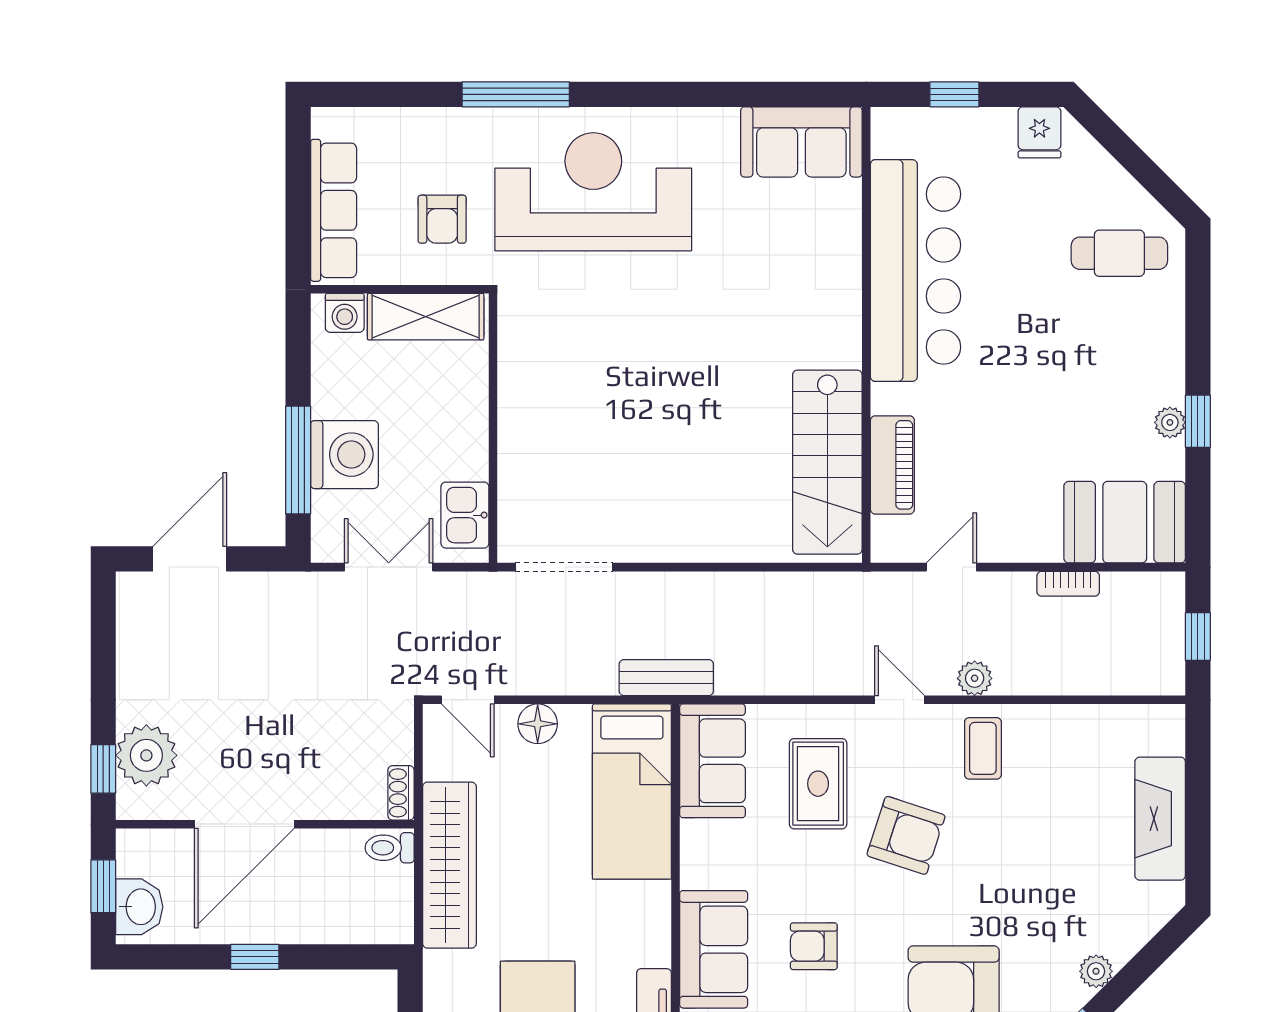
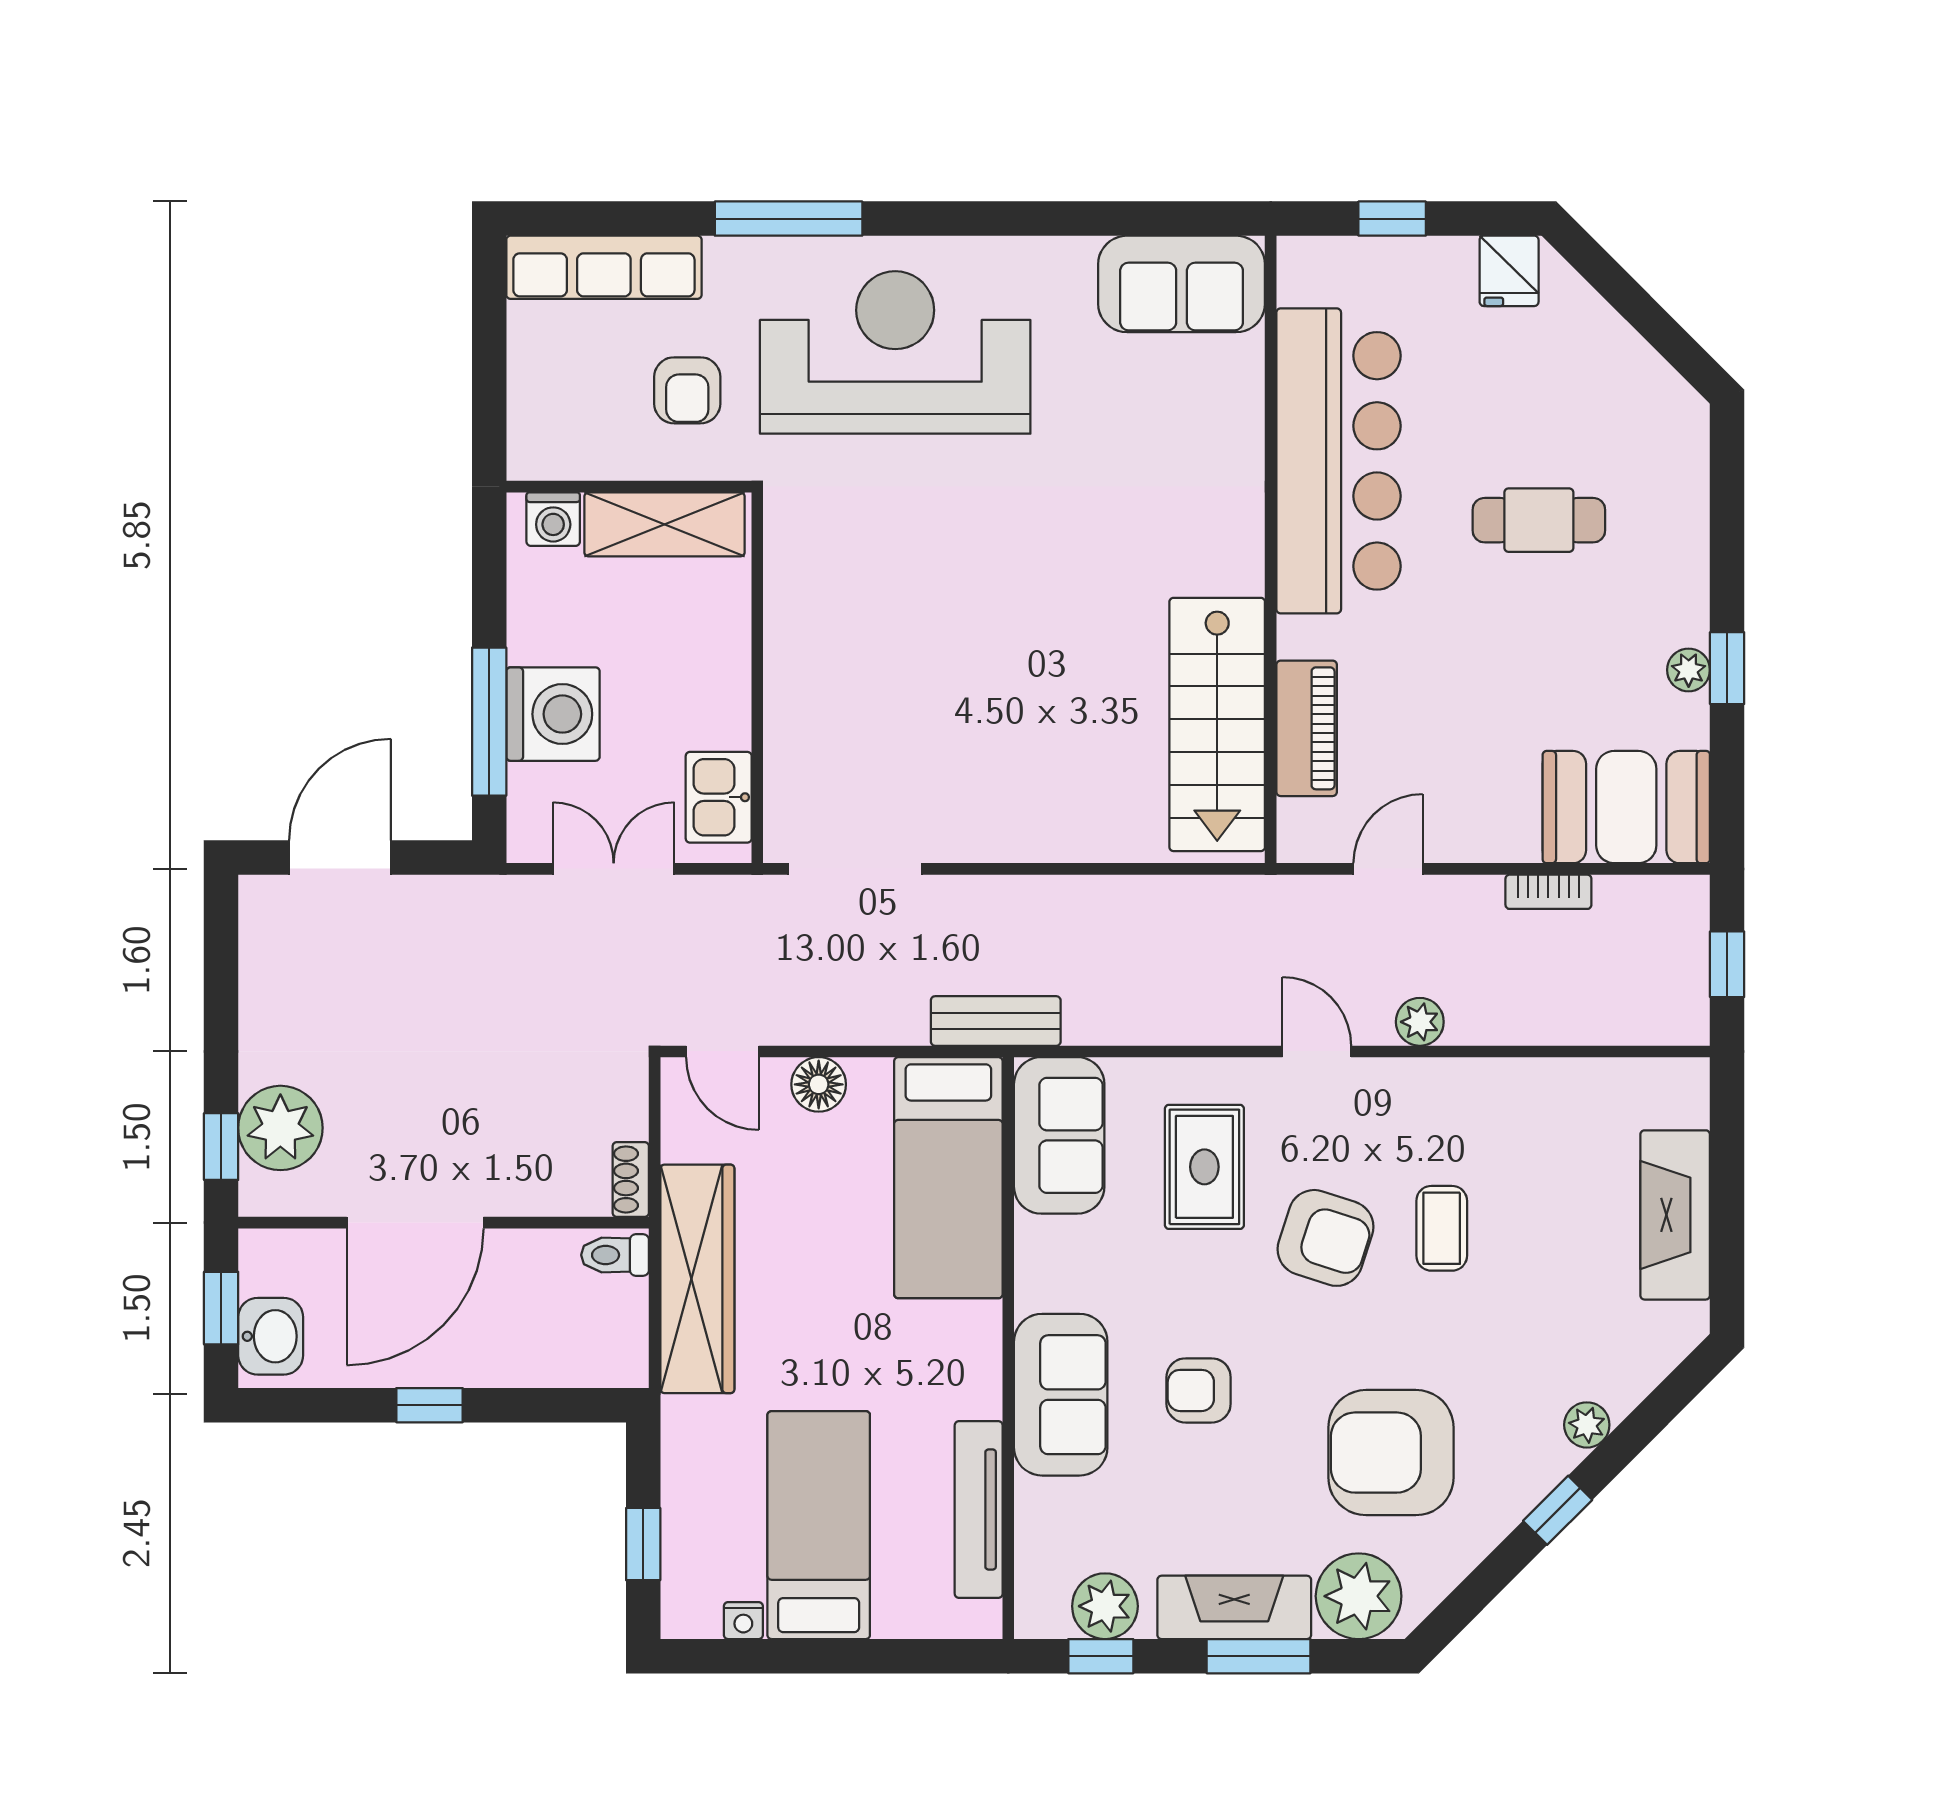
row of seats: (334, 210) -> (604, 267), moved, turned 90
cafe table: (1119, 253) -> (1539, 520), moved
coffee table: (983, 748) -> (1442, 1228), moved

